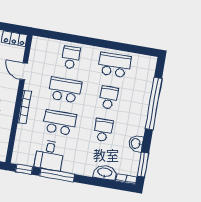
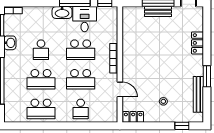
school desk: (109, 98) -> (41, 79), width x1.85
washbasin: (105, 173) -> (62, 12), moved

